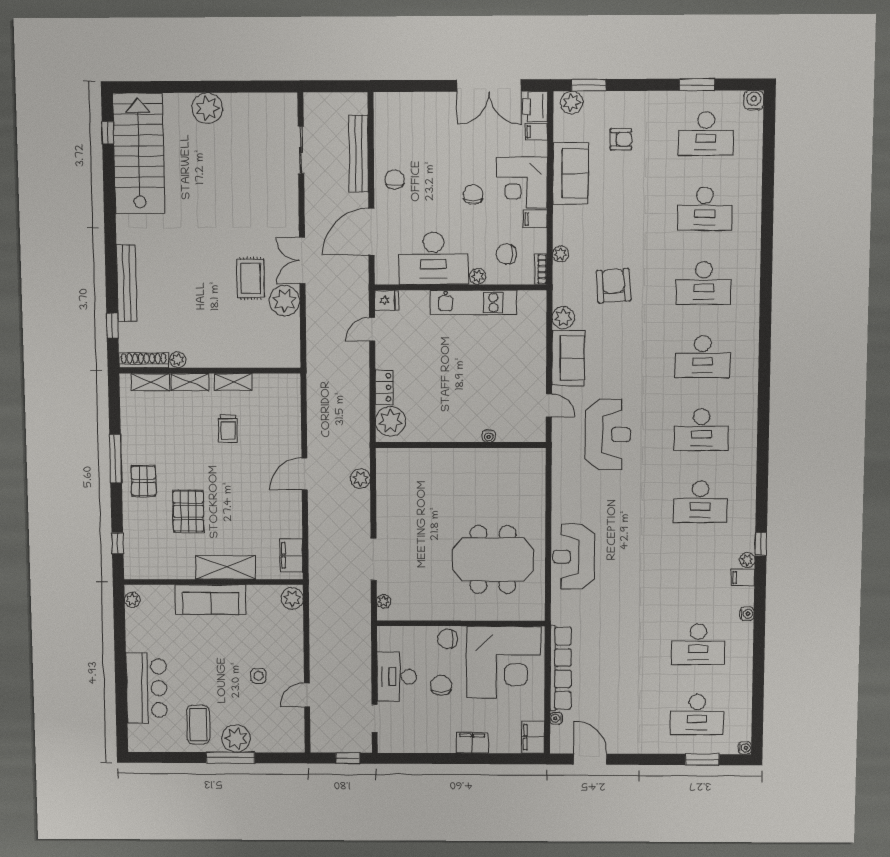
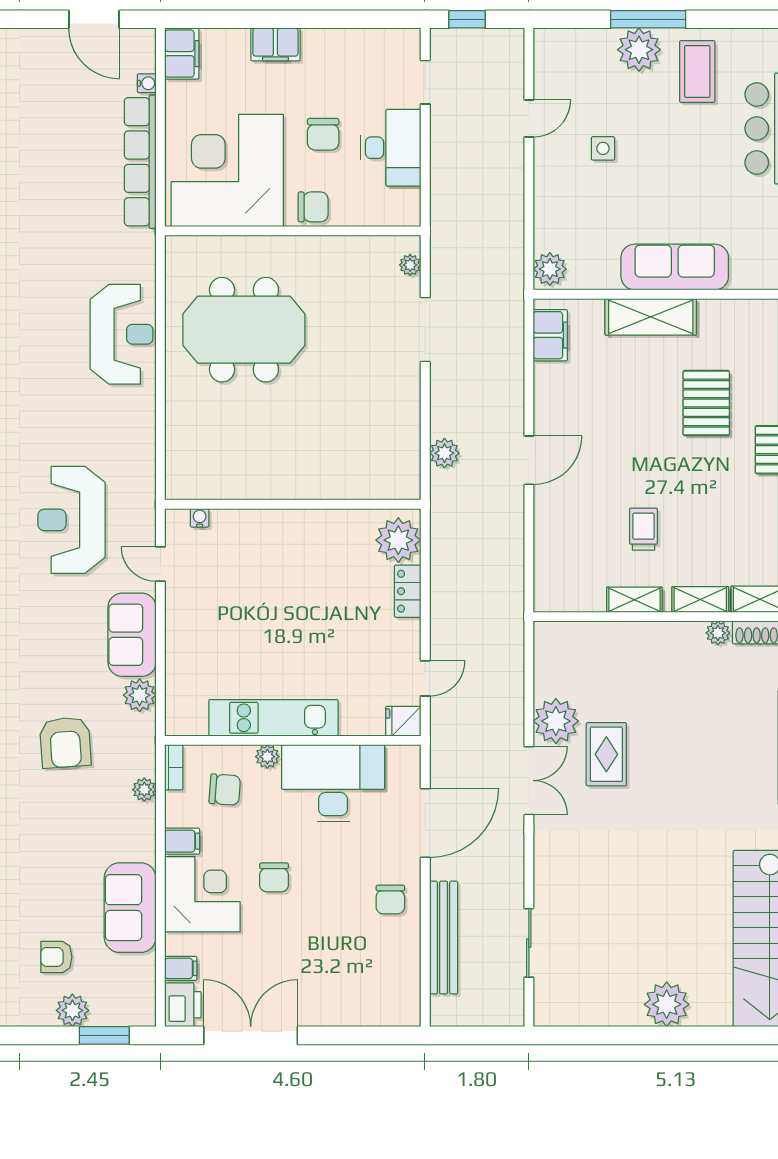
plant: (572, 103) -> (72, 1010), moved
water cooler: (489, 436) -> (200, 518), moved

